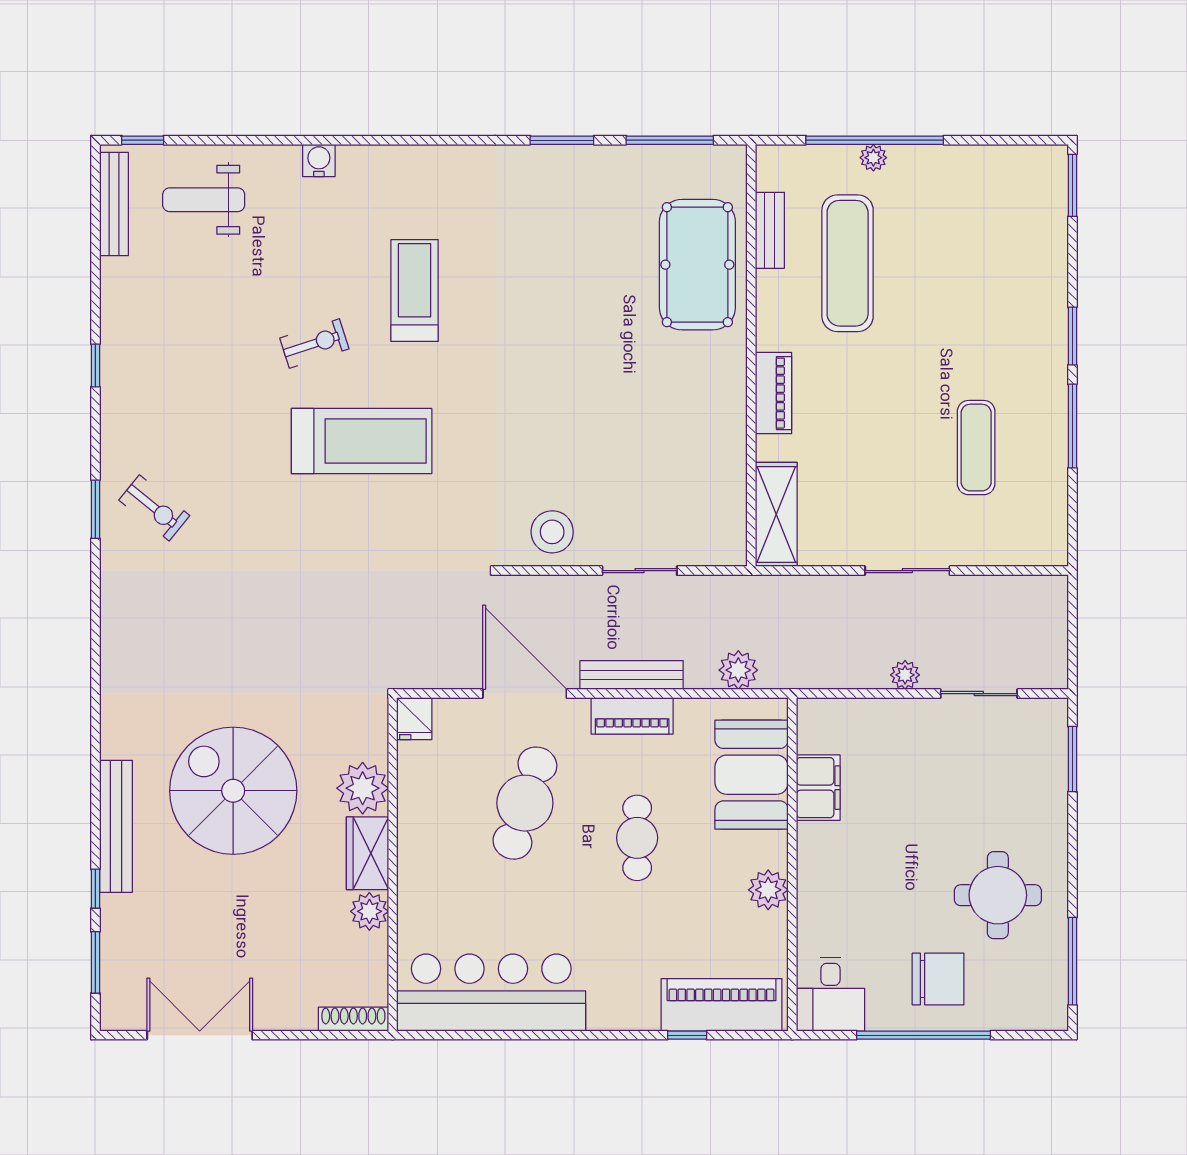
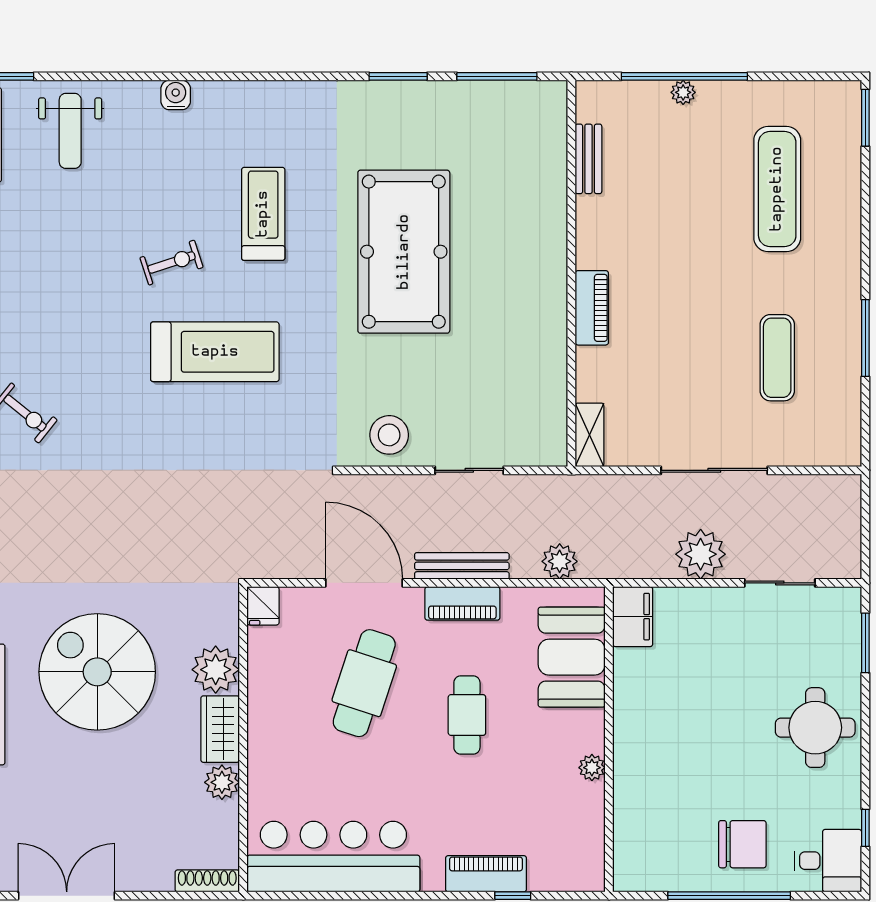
weight bench: (204, 200) -> (70, 131), turned -90
exercise mat: (848, 263) -> (777, 189), moved
pool table: (697, 265) -> (404, 252), moved, width x1.36, depth x1.32
window: (1072, 336) -> (865, 256), removed
shelving: (776, 514) -> (589, 435), width x0.67, depth x0.75
sliding door: (907, 571) -> (714, 470), width x1.37
plant: (905, 675) -> (701, 554), width x1.88, depth x1.88
filing cabinet: (818, 788) -> (633, 617), moved
plant: (768, 890) -> (592, 768), width x0.73, depth x0.73
round table: (998, 895) -> (815, 728), moved
window: (1072, 961) -> (865, 828), width x0.46
desk: (830, 994) -> (828, 861), moved, turned -90
piano: (722, 1005) -> (486, 874), moved, width x0.73, depth x0.75

